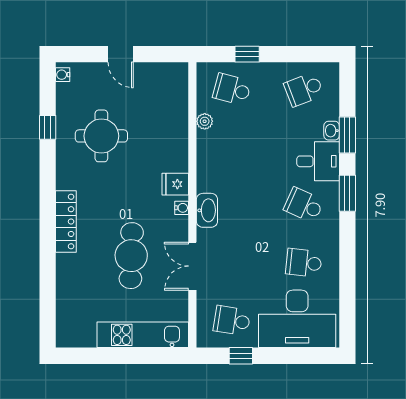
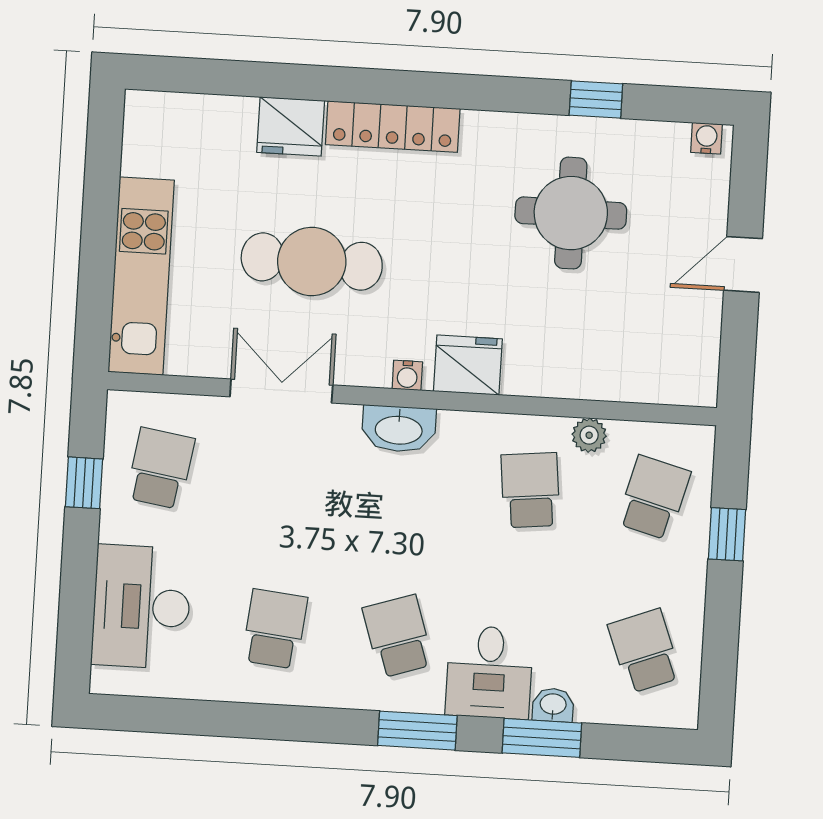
school desk: (232, 147) -> (530, 490), added
fridge: (175, 184) -> (468, 365), width x1.38
school desk: (304, 205) -> (398, 636), turned -42
fridge: (69, 269) -> (291, 126), added
desk: (297, 319) -> (142, 607), width x0.73, depth x0.77

